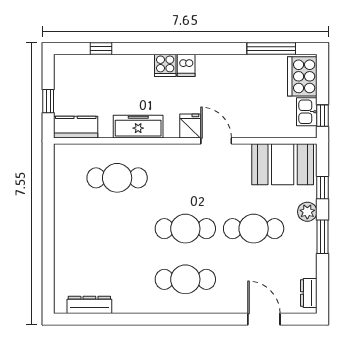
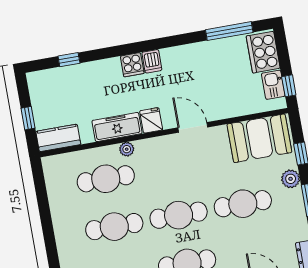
fridge: (190, 126) -> (151, 120), moved
plant: (144, 151) -> (127, 149), added
cafe table: (117, 229) -> (114, 227), added

